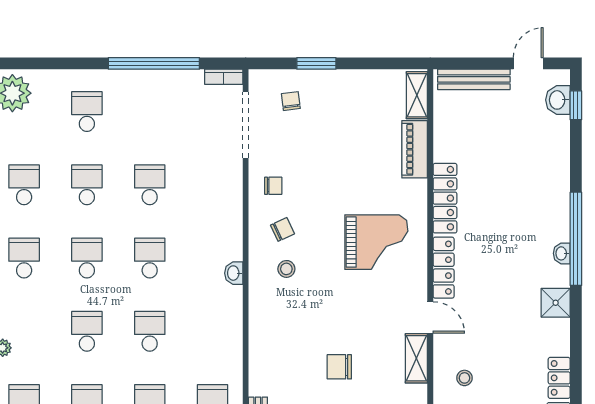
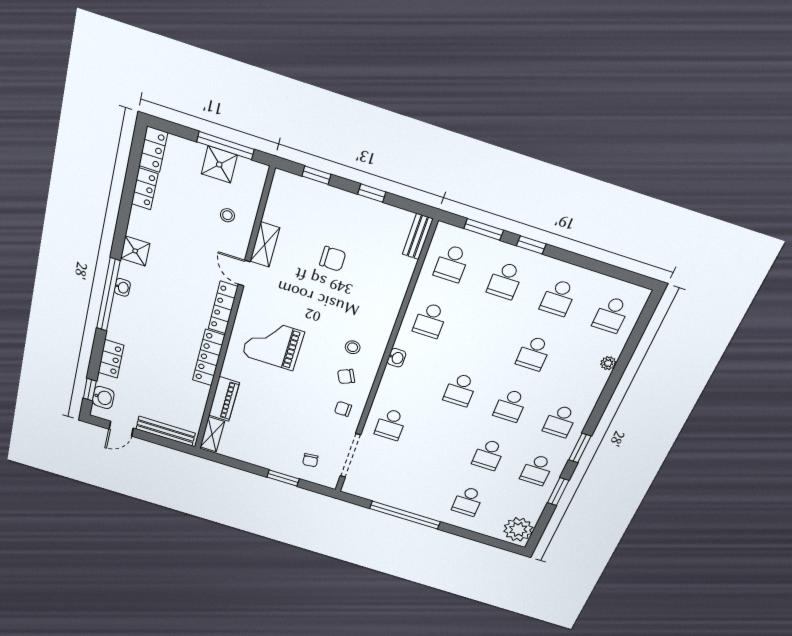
bookcase: (224, 77) -> (356, 491), removed
locker: (558, 156) -> (111, 359), added
school desk: (150, 185) -> (391, 424), moved
school desk: (150, 331) -> (430, 320), moved

